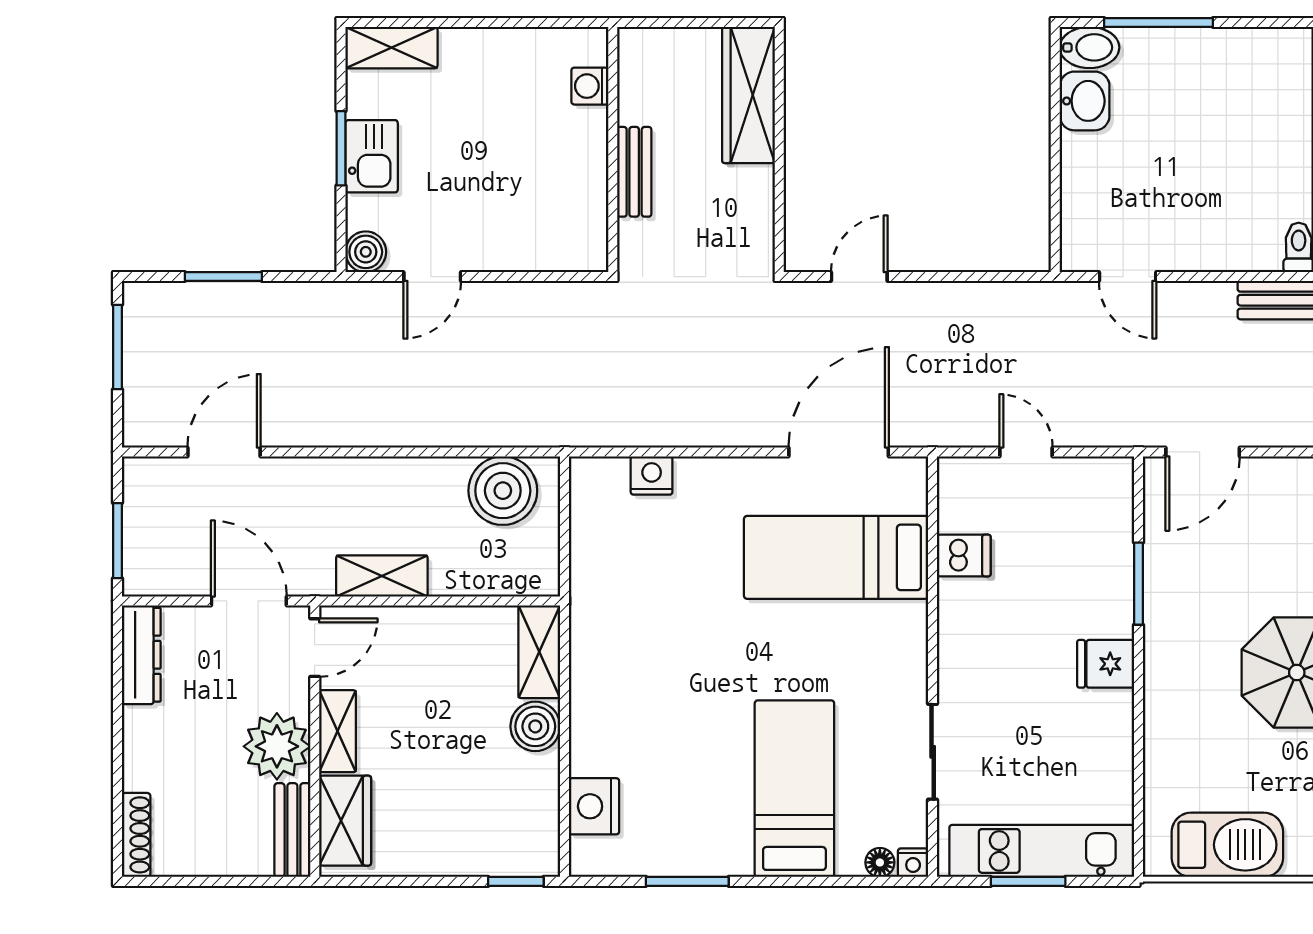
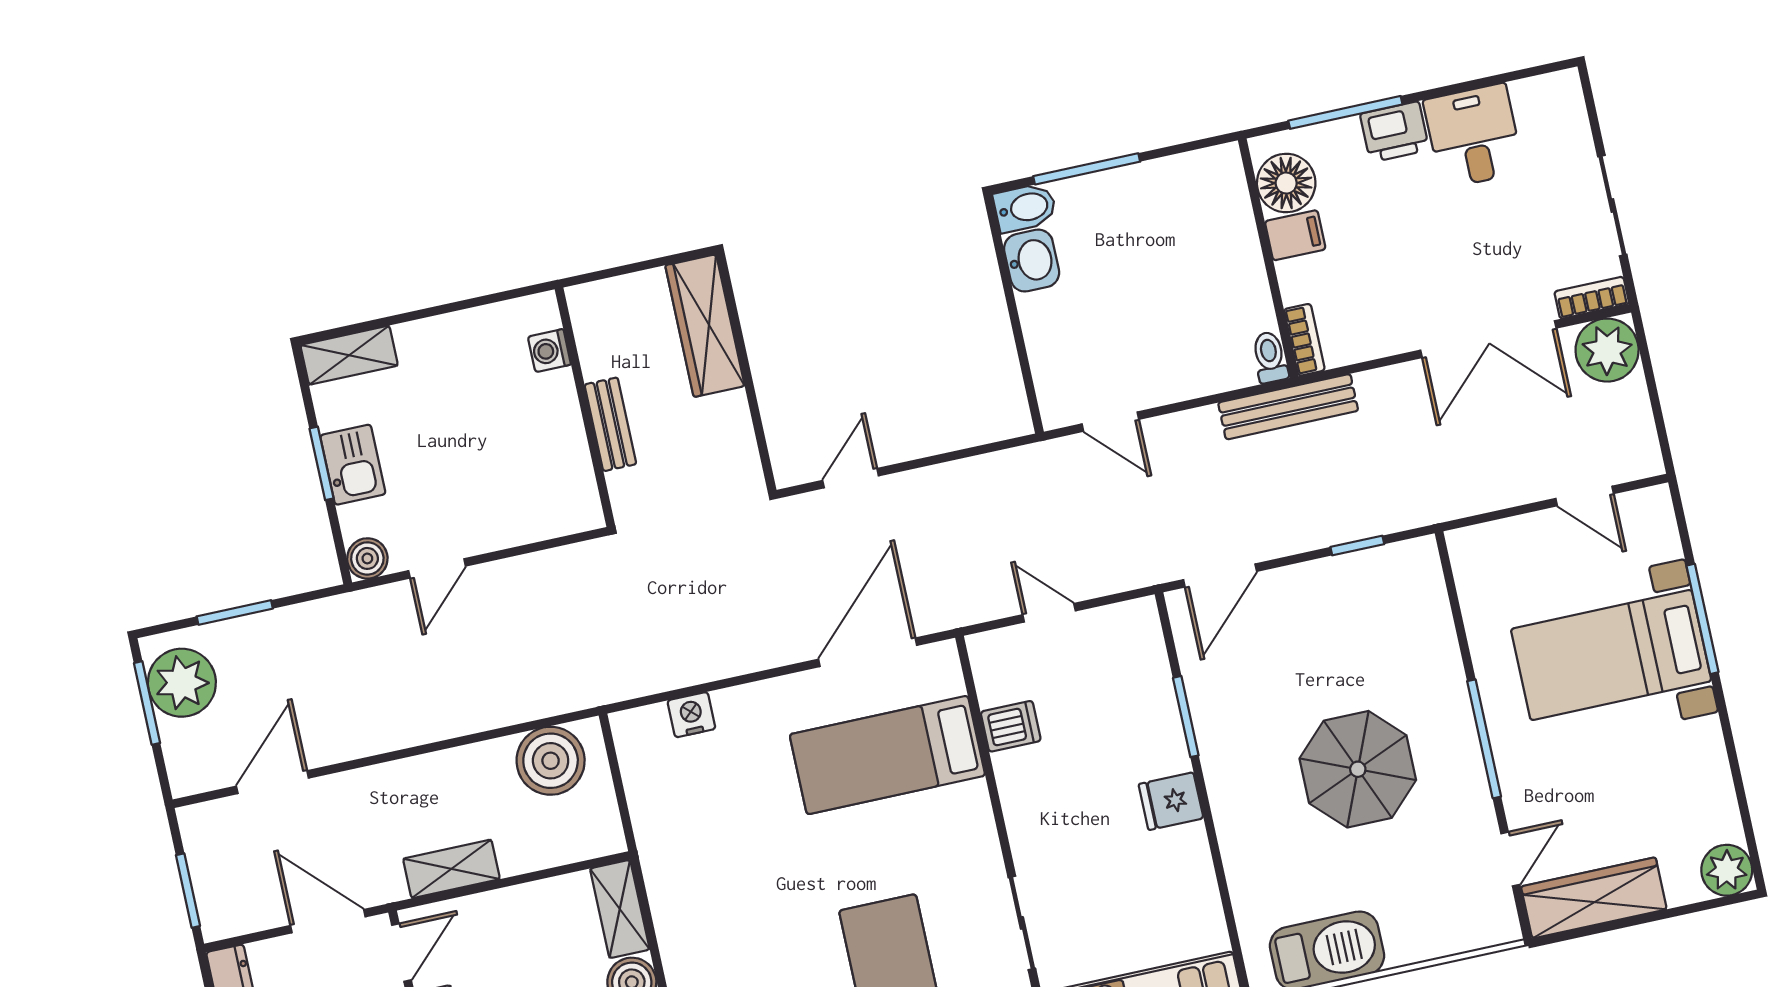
plant: (156, 334) -> (182, 683), added

